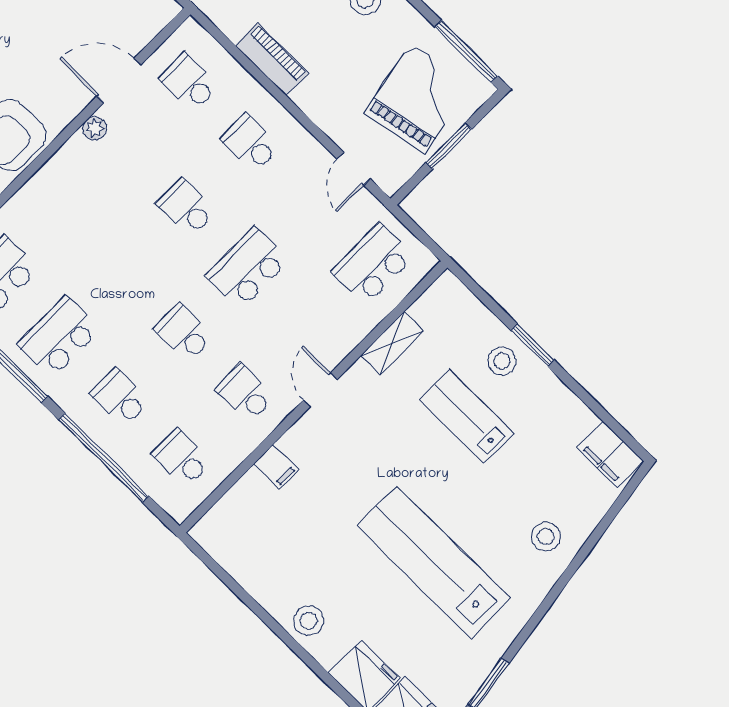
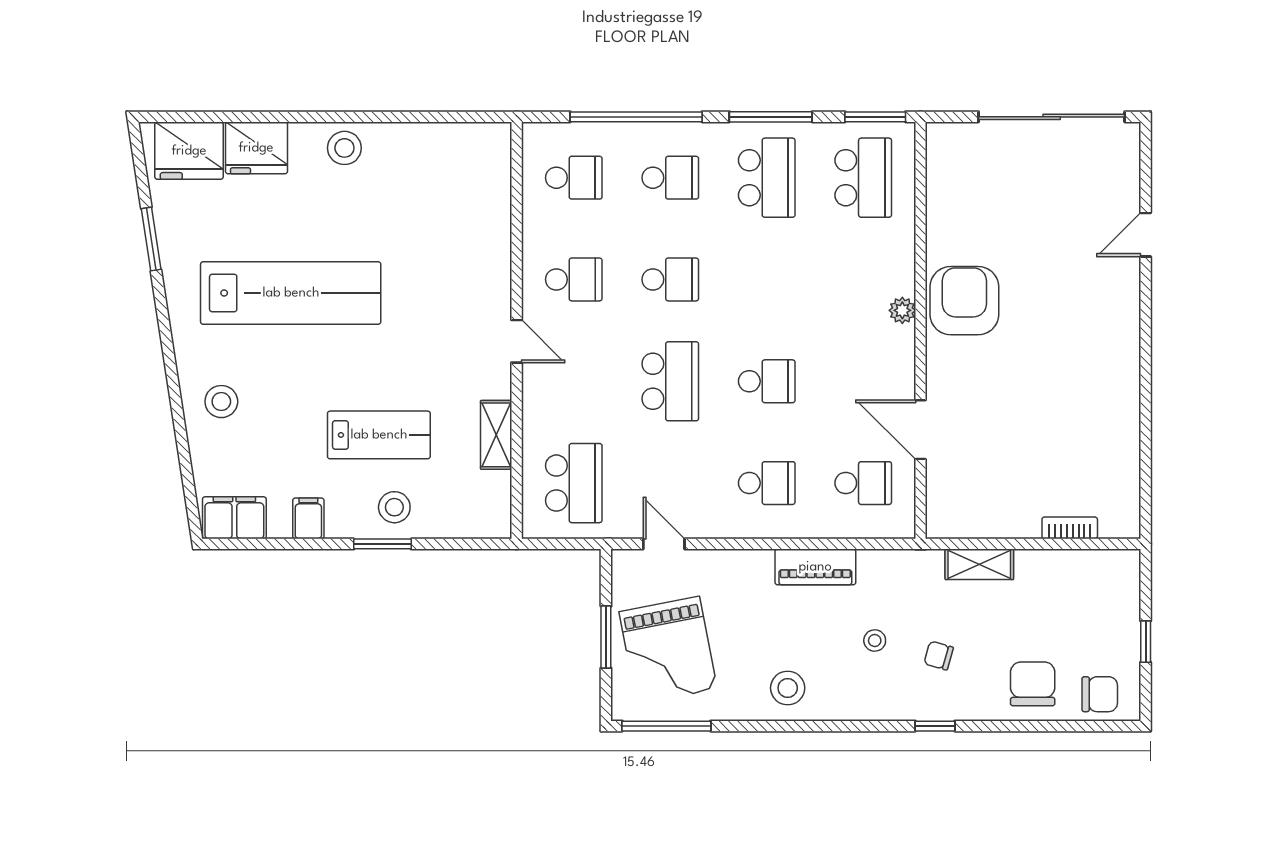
door: (119, 81) -> (920, 430), swing flipped
plant: (95, 128) -> (902, 310), moved
filing cabinet: (276, 467) -> (308, 518), moved, turned 90

